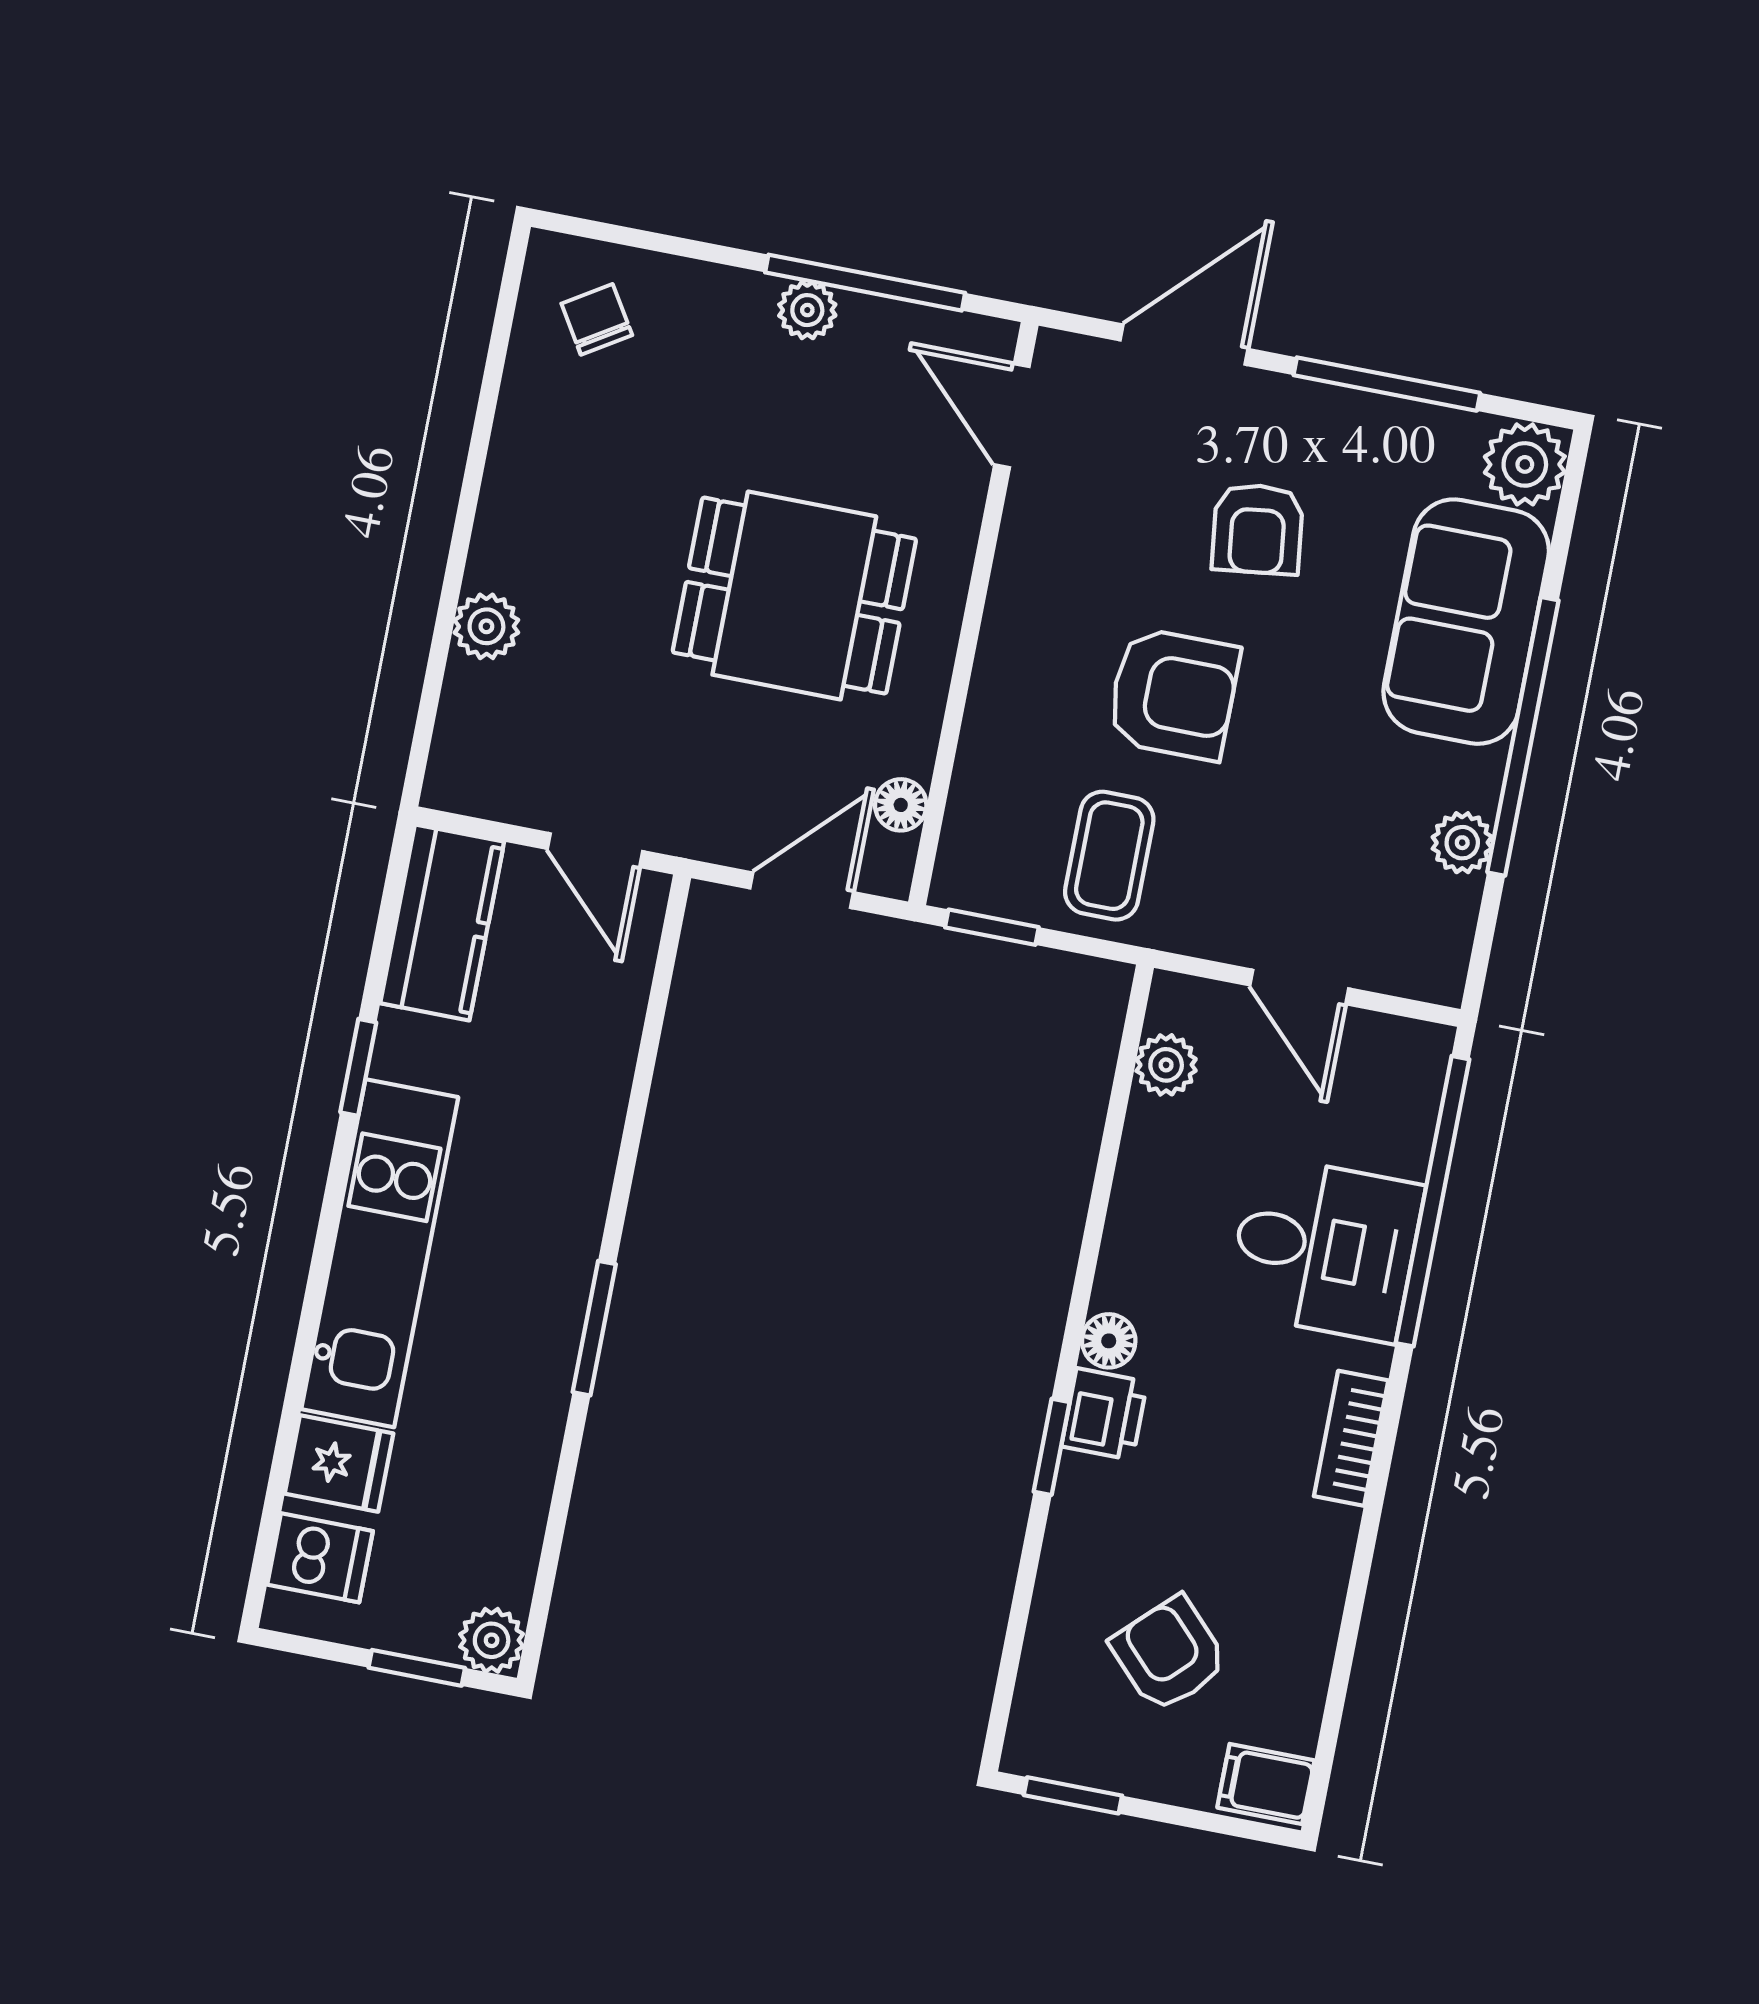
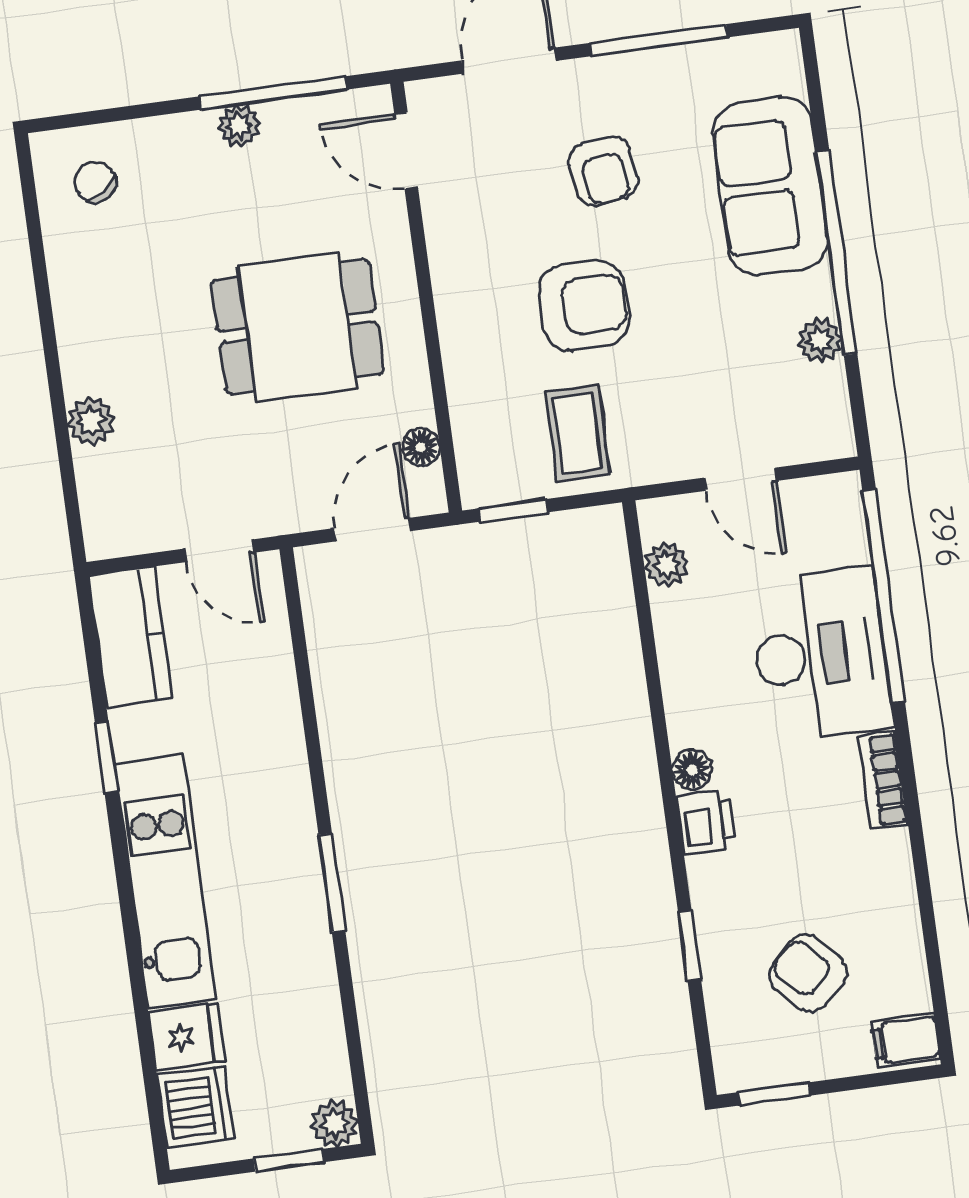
plant: (1525, 464) -> (774, 63), removed
desk: (1325, 1249) -> (820, 655), width x1.37
window: (1052, 1447) -> (689, 945), moved
dishwasher: (320, 1558) -> (196, 1107), width x1.38

